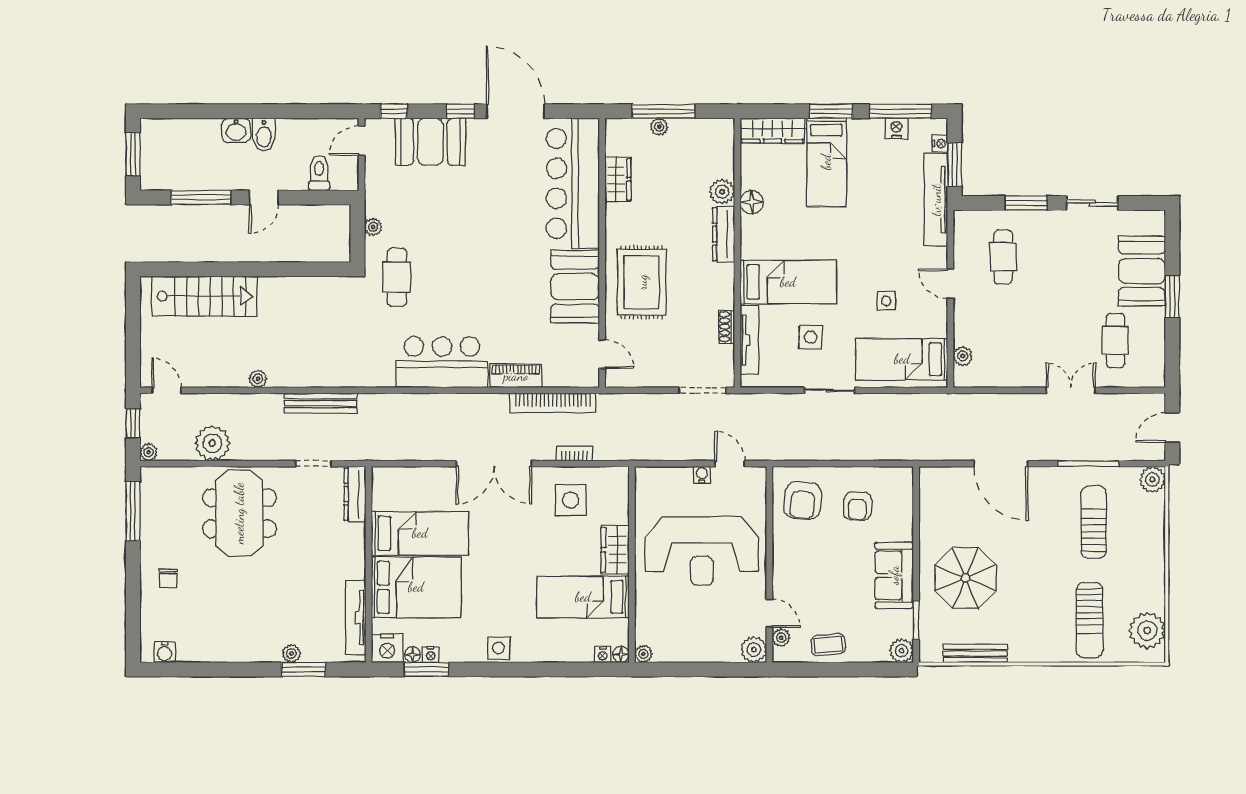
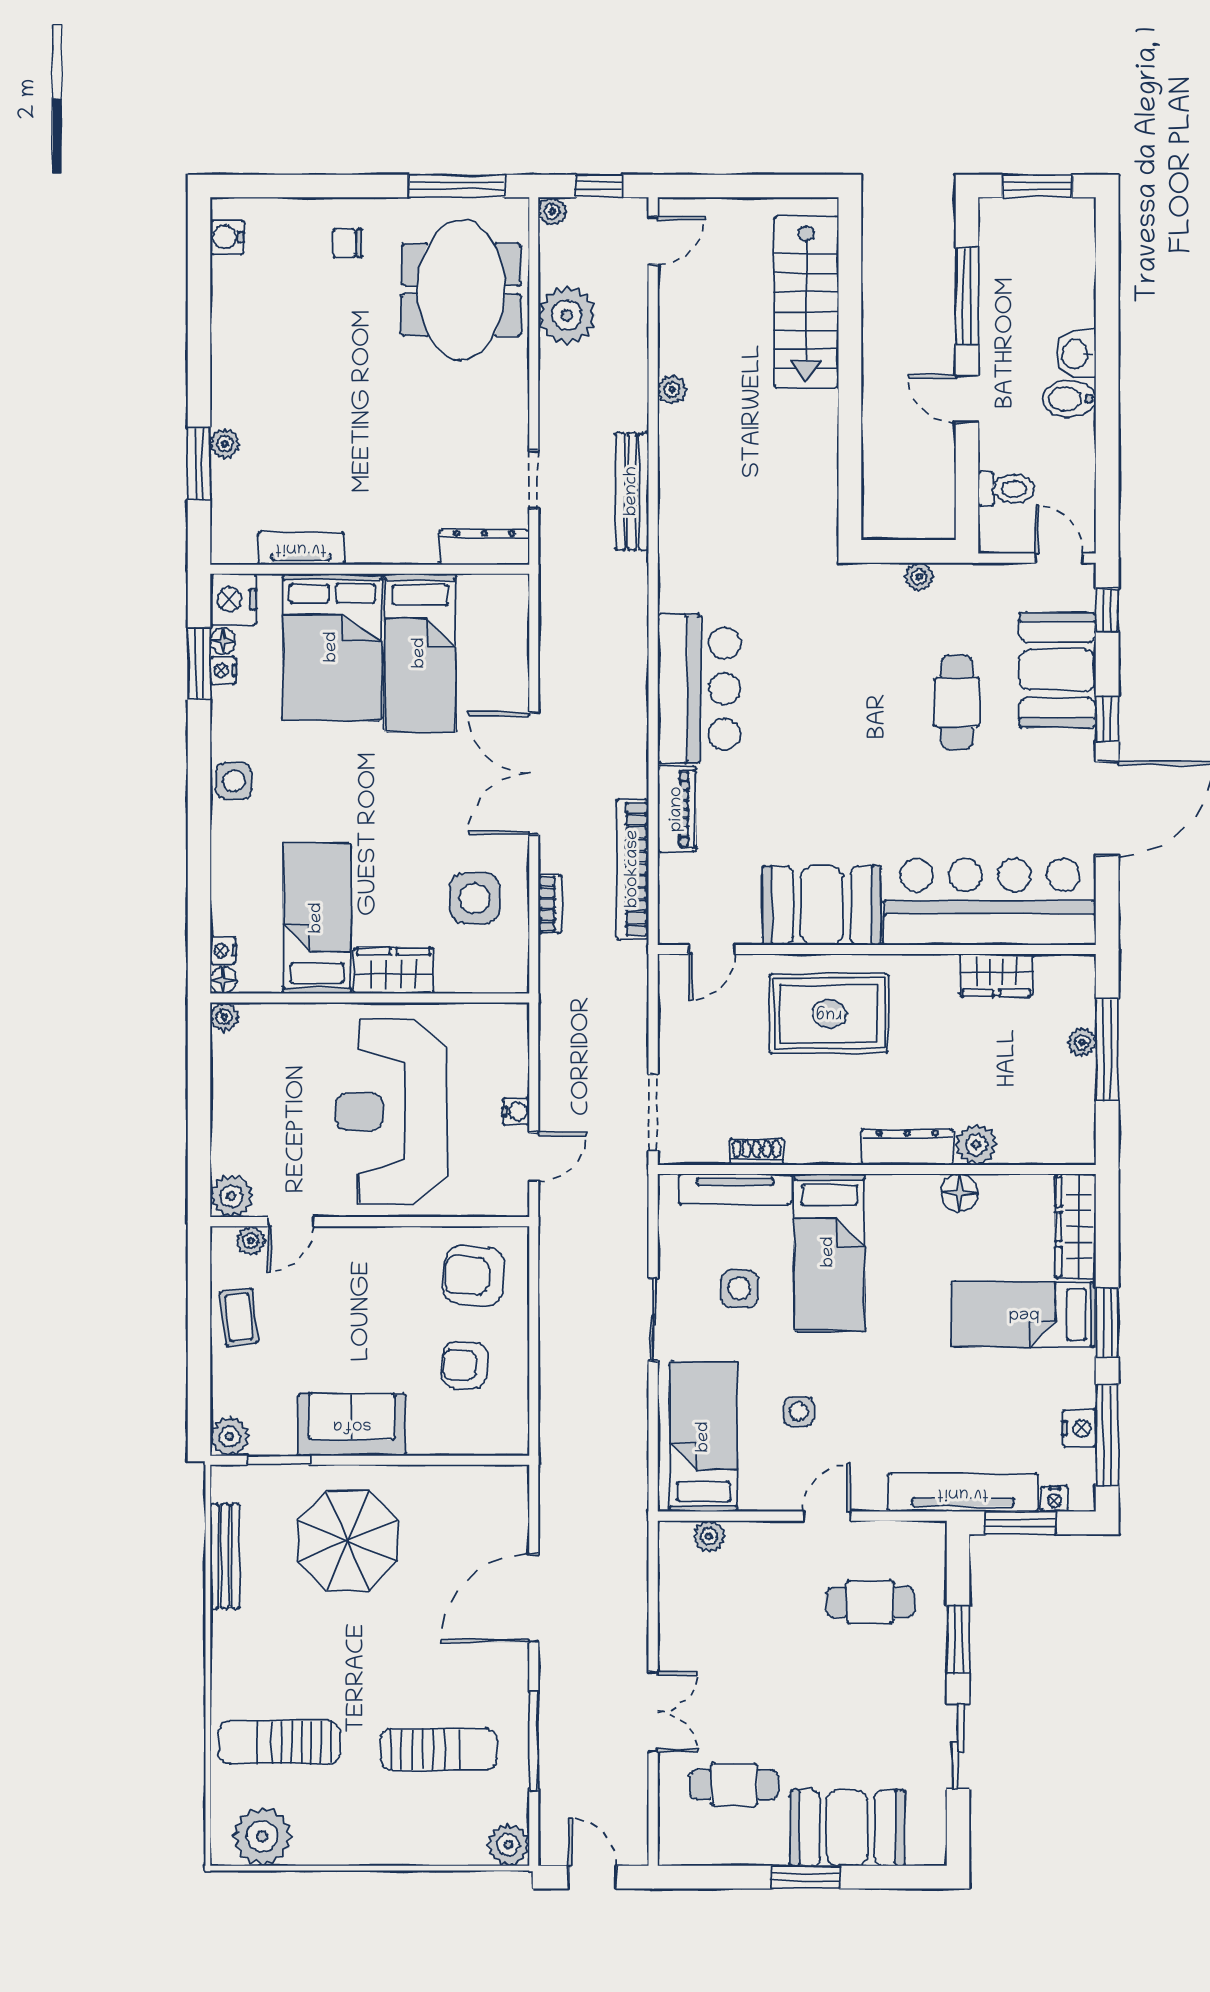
cafe table: (397, 277) -> (957, 702), moved, turned 90
meeting table: (239, 513) -> (461, 290), moved, turned 90
tv unit: (356, 617) -> (301, 548), width x0.71

